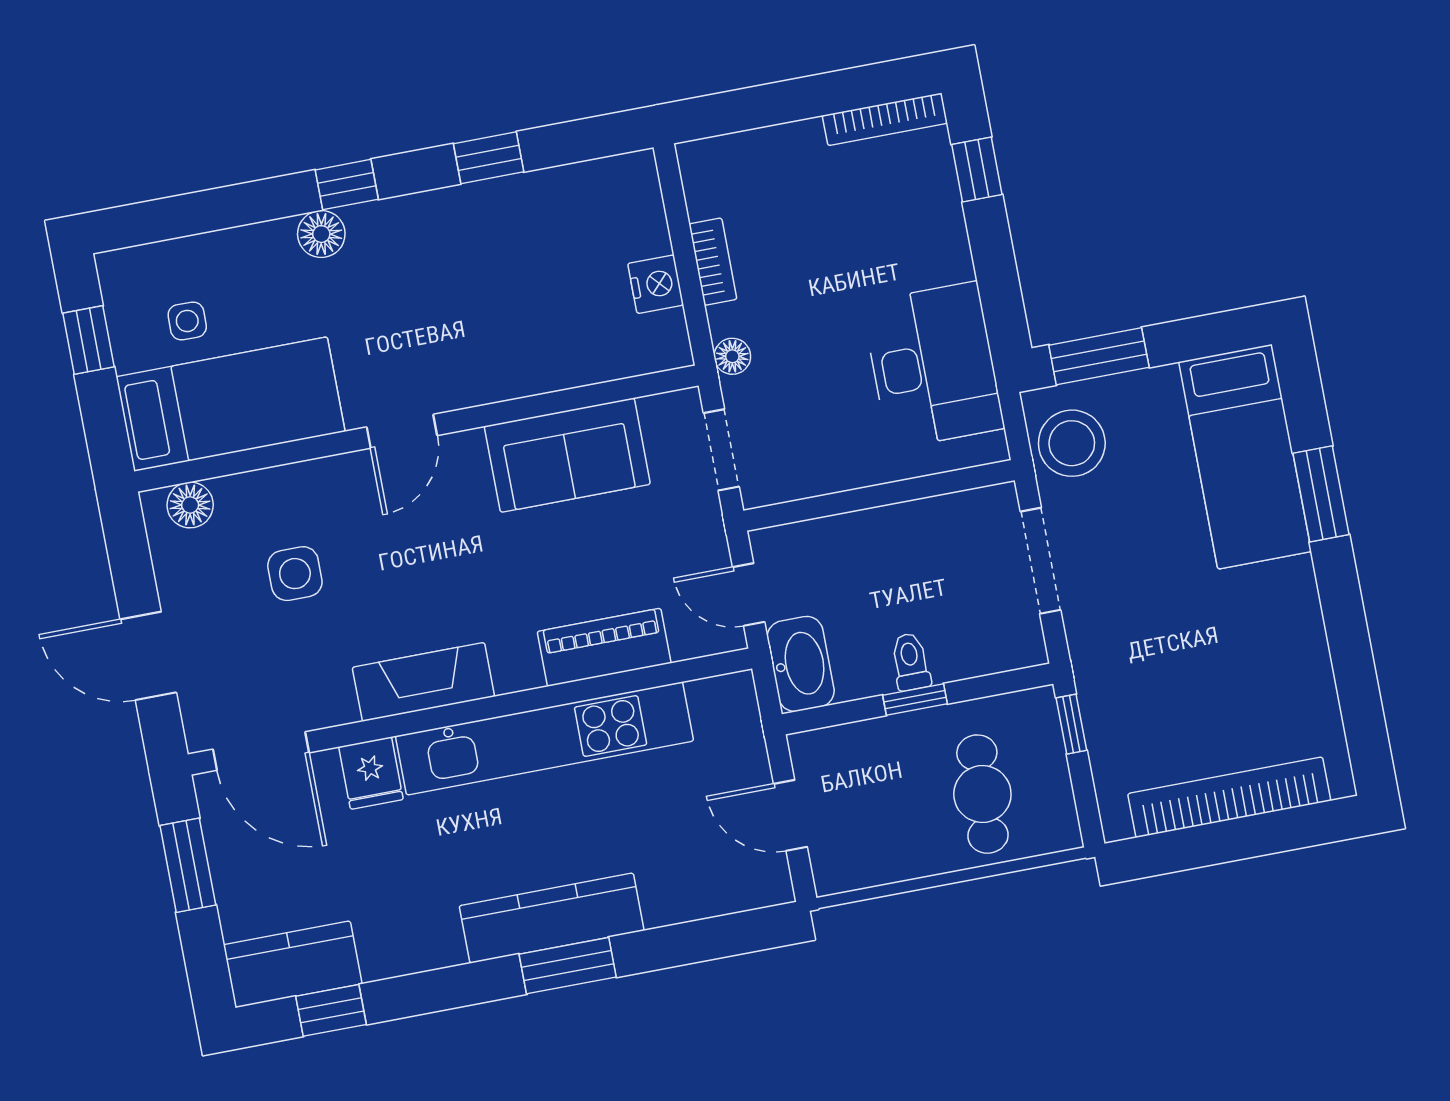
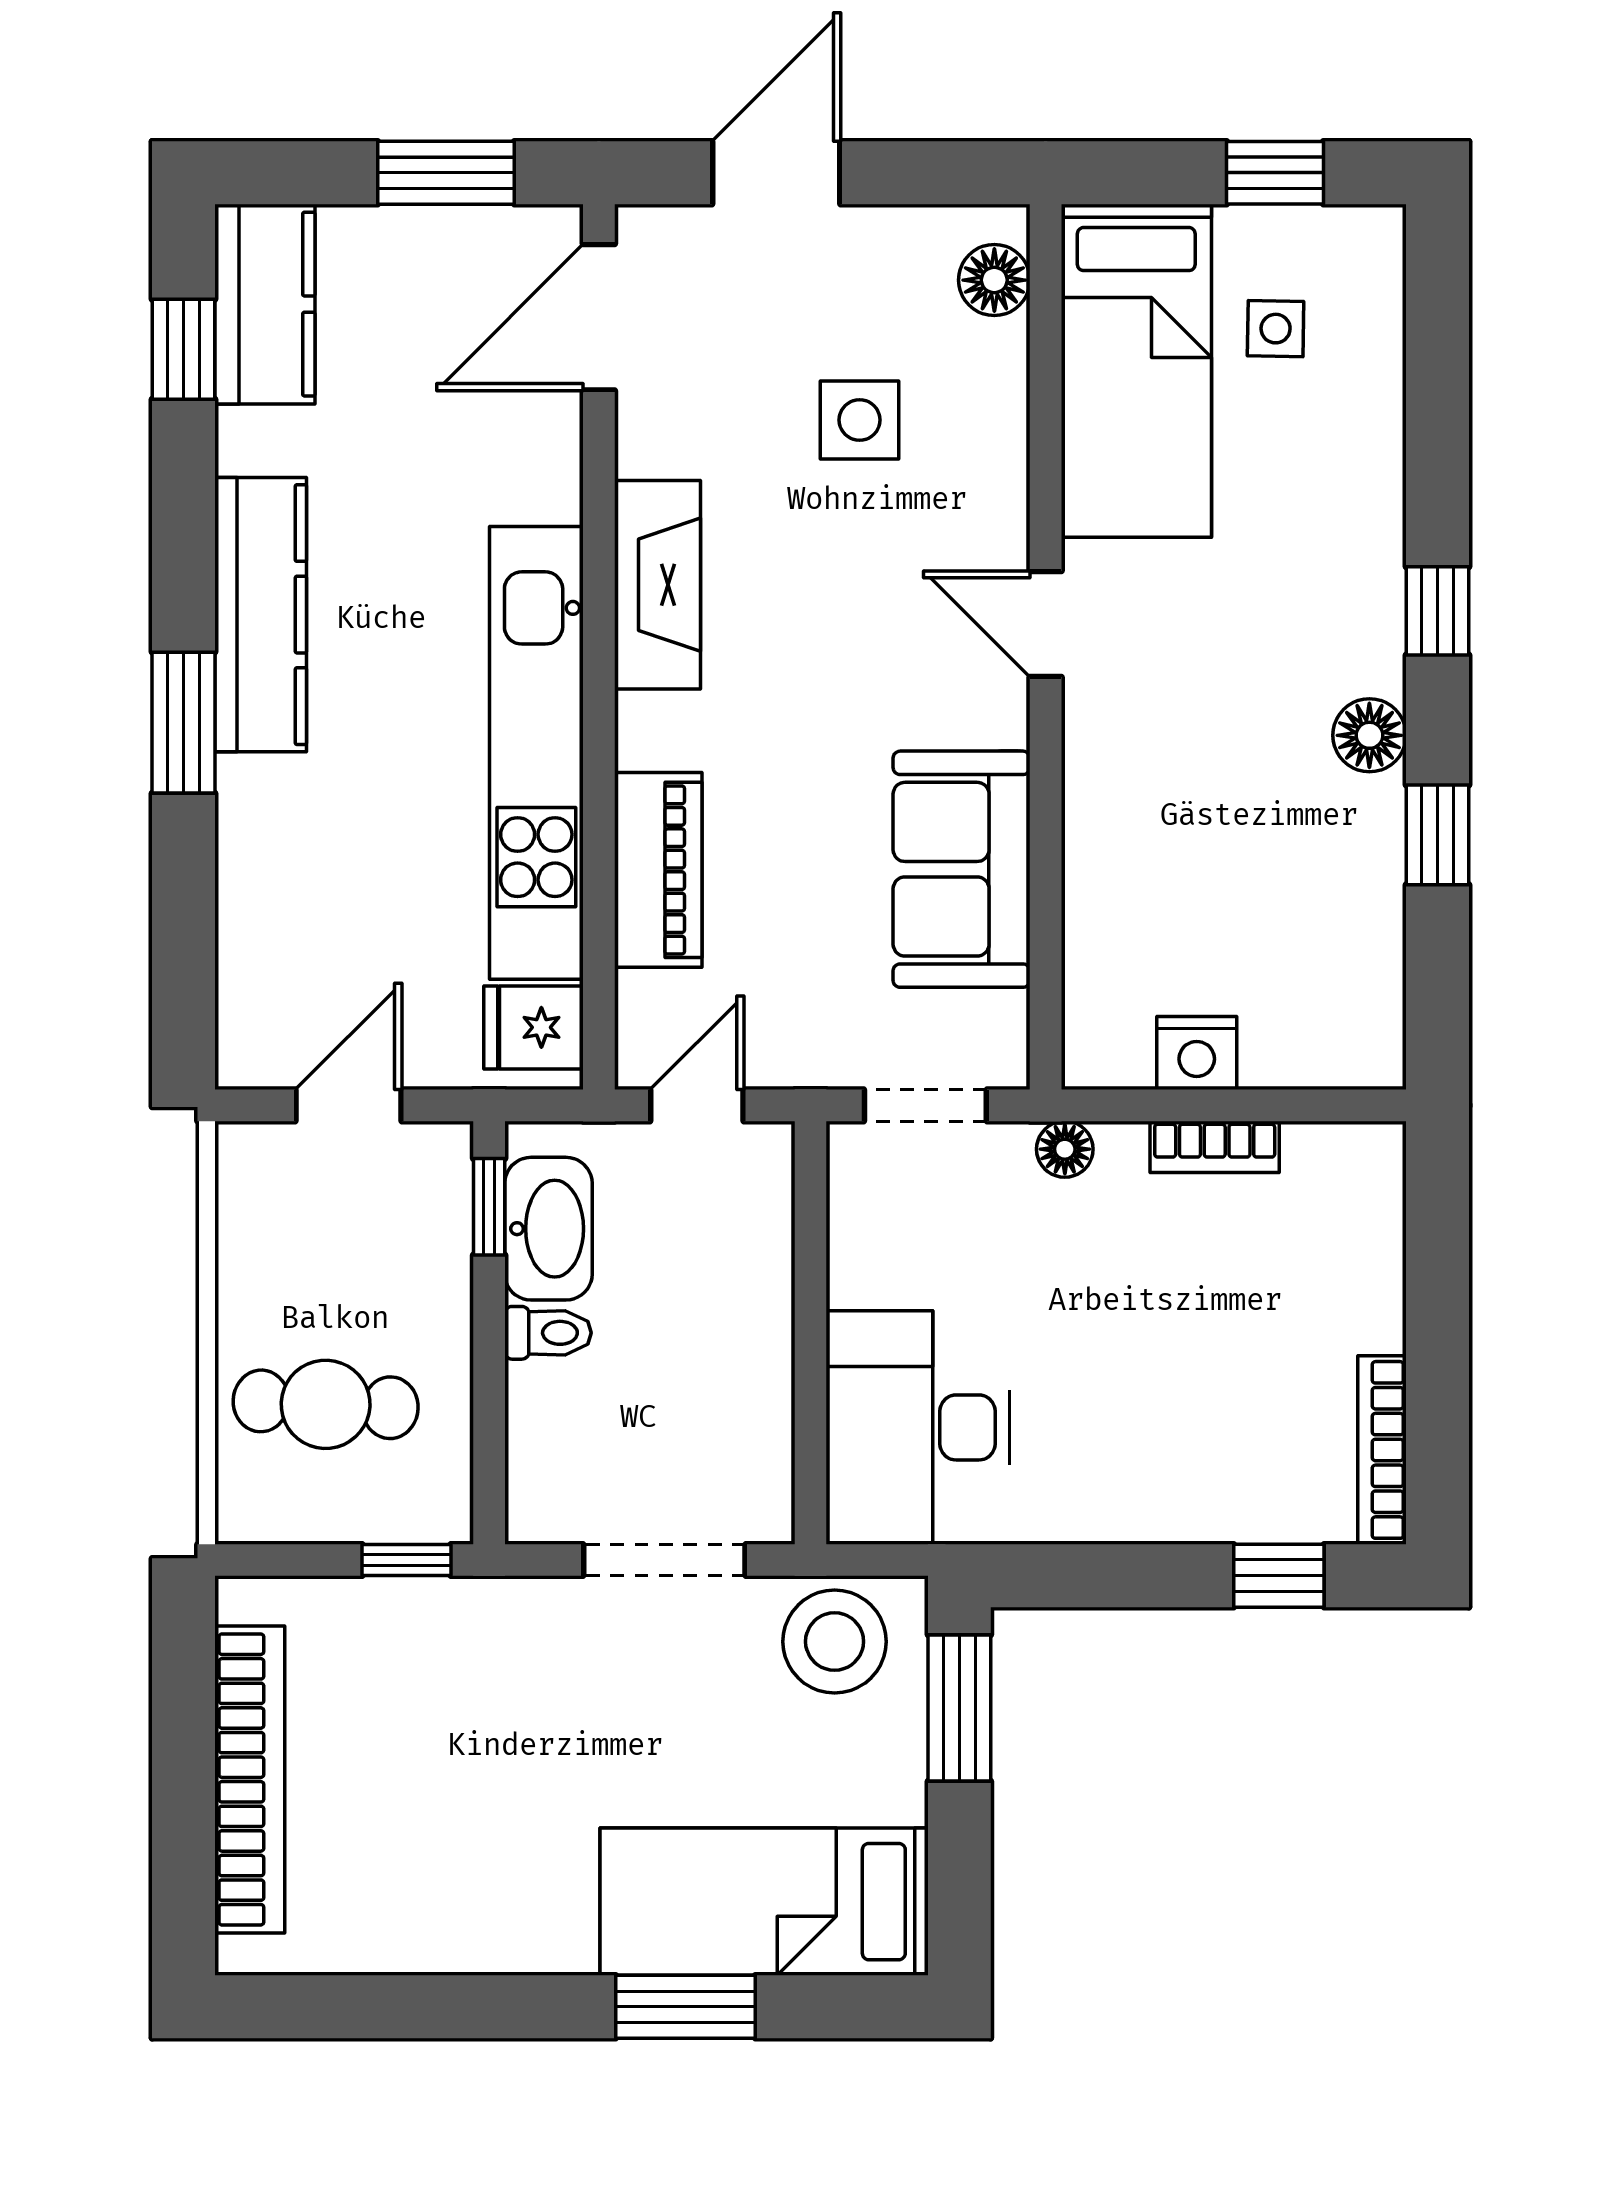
floor lamp: (321, 234) -> (1369, 735), moved
desk: (933, 365) -> (918, 1427), moved, turned 90
washbasin: (801, 664) -> (548, 1229), moved, turned -90
window: (915, 699) -> (489, 1207), moved
fridge: (371, 773) -> (533, 1027), moved
kitchen counter: (552, 918) -> (261, 615), moved

